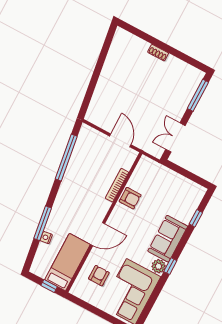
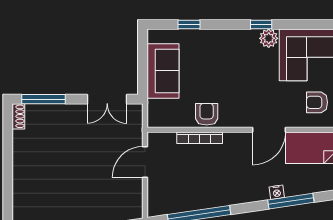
shoe rack: (158, 53) -> (18, 116), moved
door: (98, 234) -> (269, 130), swing flipped
nightstand: (46, 238) -> (277, 192), moved
sofa: (168, 239) -> (163, 71), moved, turned -90

